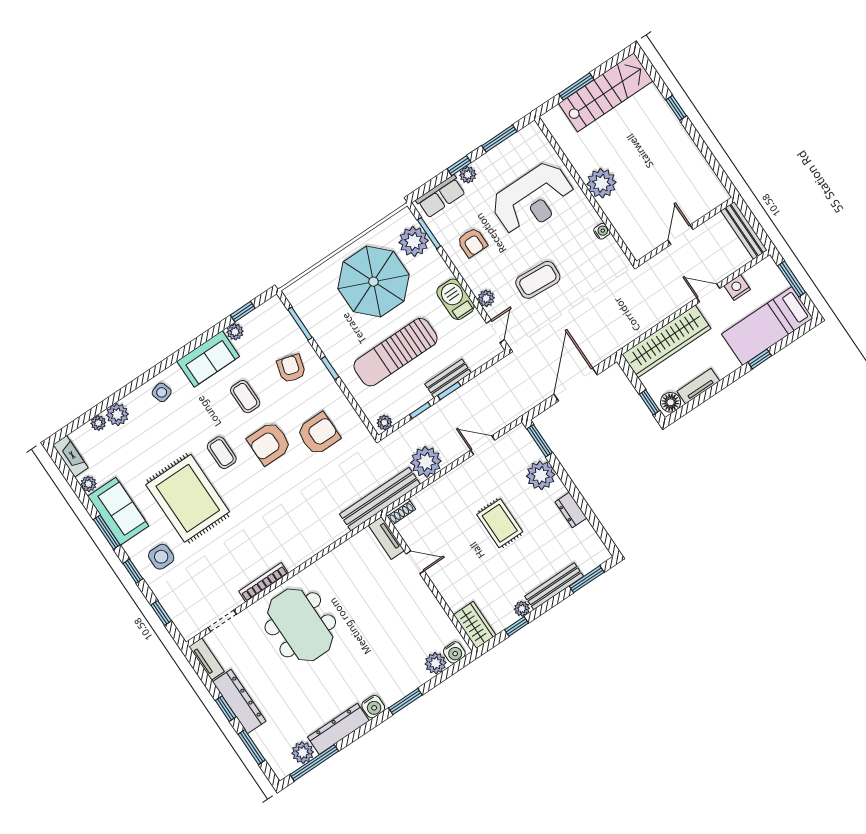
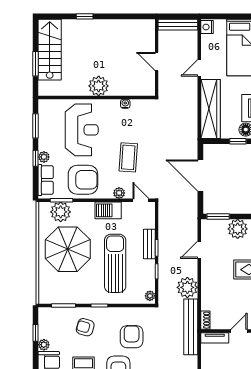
armchair: (472, 242) -> (83, 180), width x1.88, depth x1.88
window: (792, 279) -> (223, 16), removed
nightstand: (737, 288) -> (207, 27), moved
sun lounger: (395, 352) -> (115, 263), turned 180

